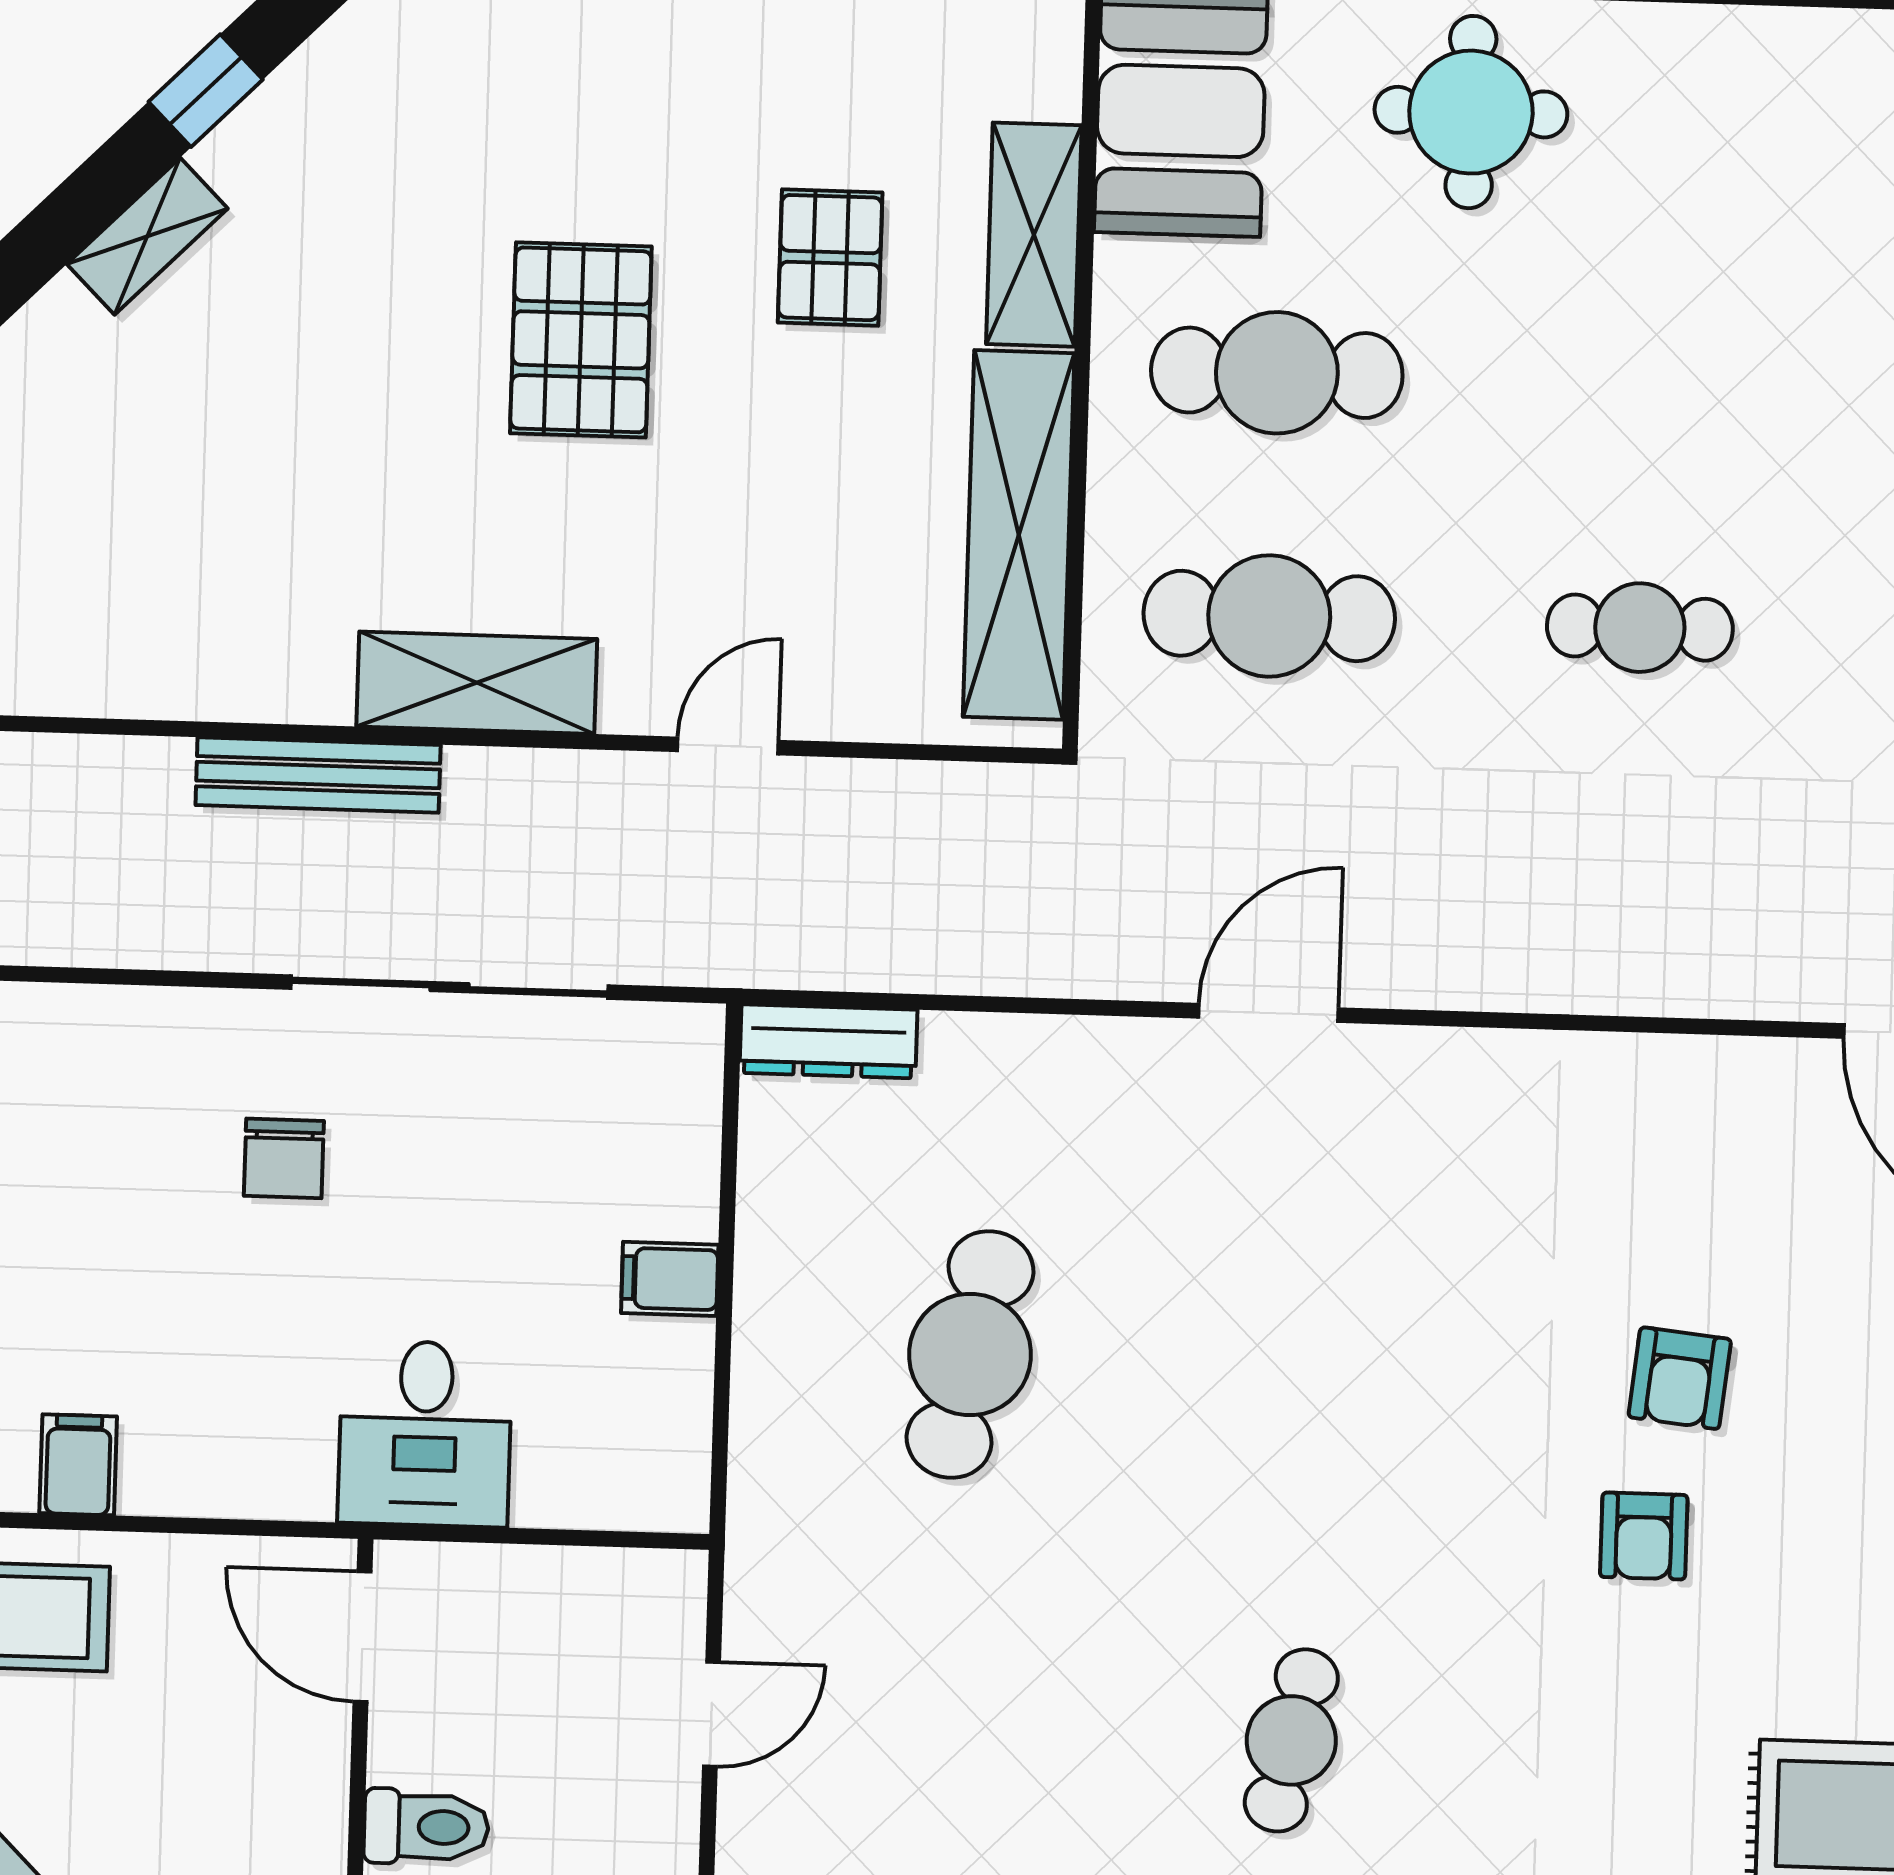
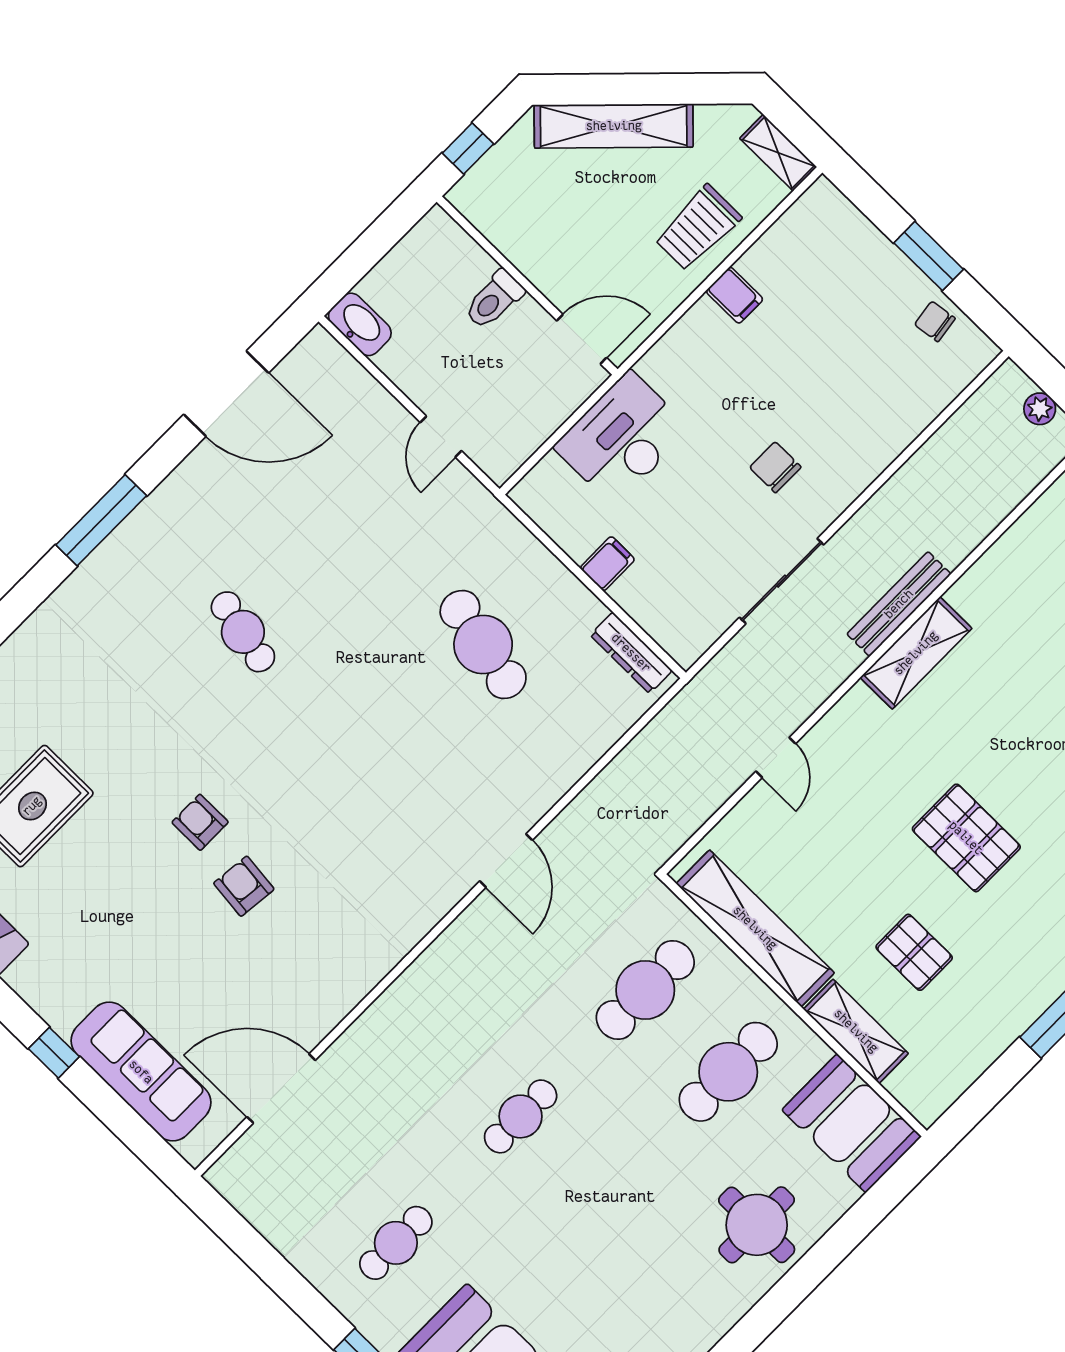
shelving: (477, 683) -> (916, 653), moved
sliding door: (449, 987) -> (782, 581), width x0.73
dresser: (828, 1041) -> (631, 653), moved, turned -90
desk: (425, 1434) -> (622, 438), width x1.37

